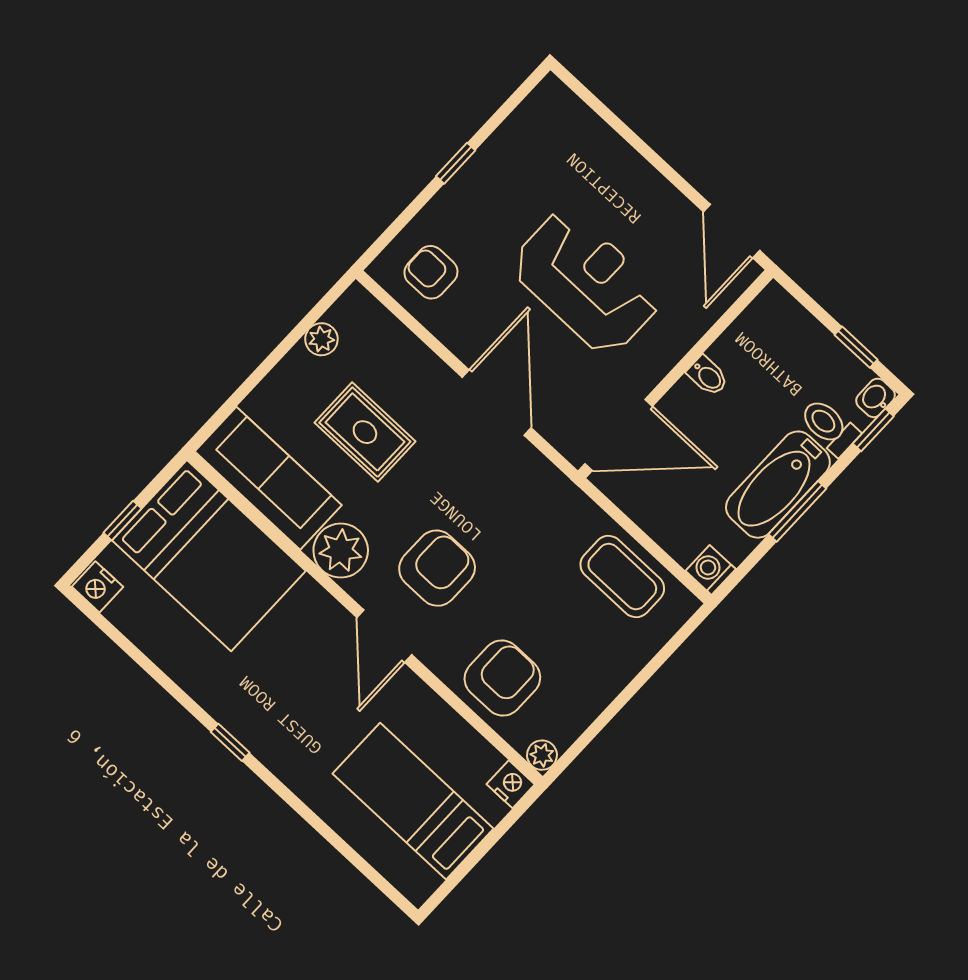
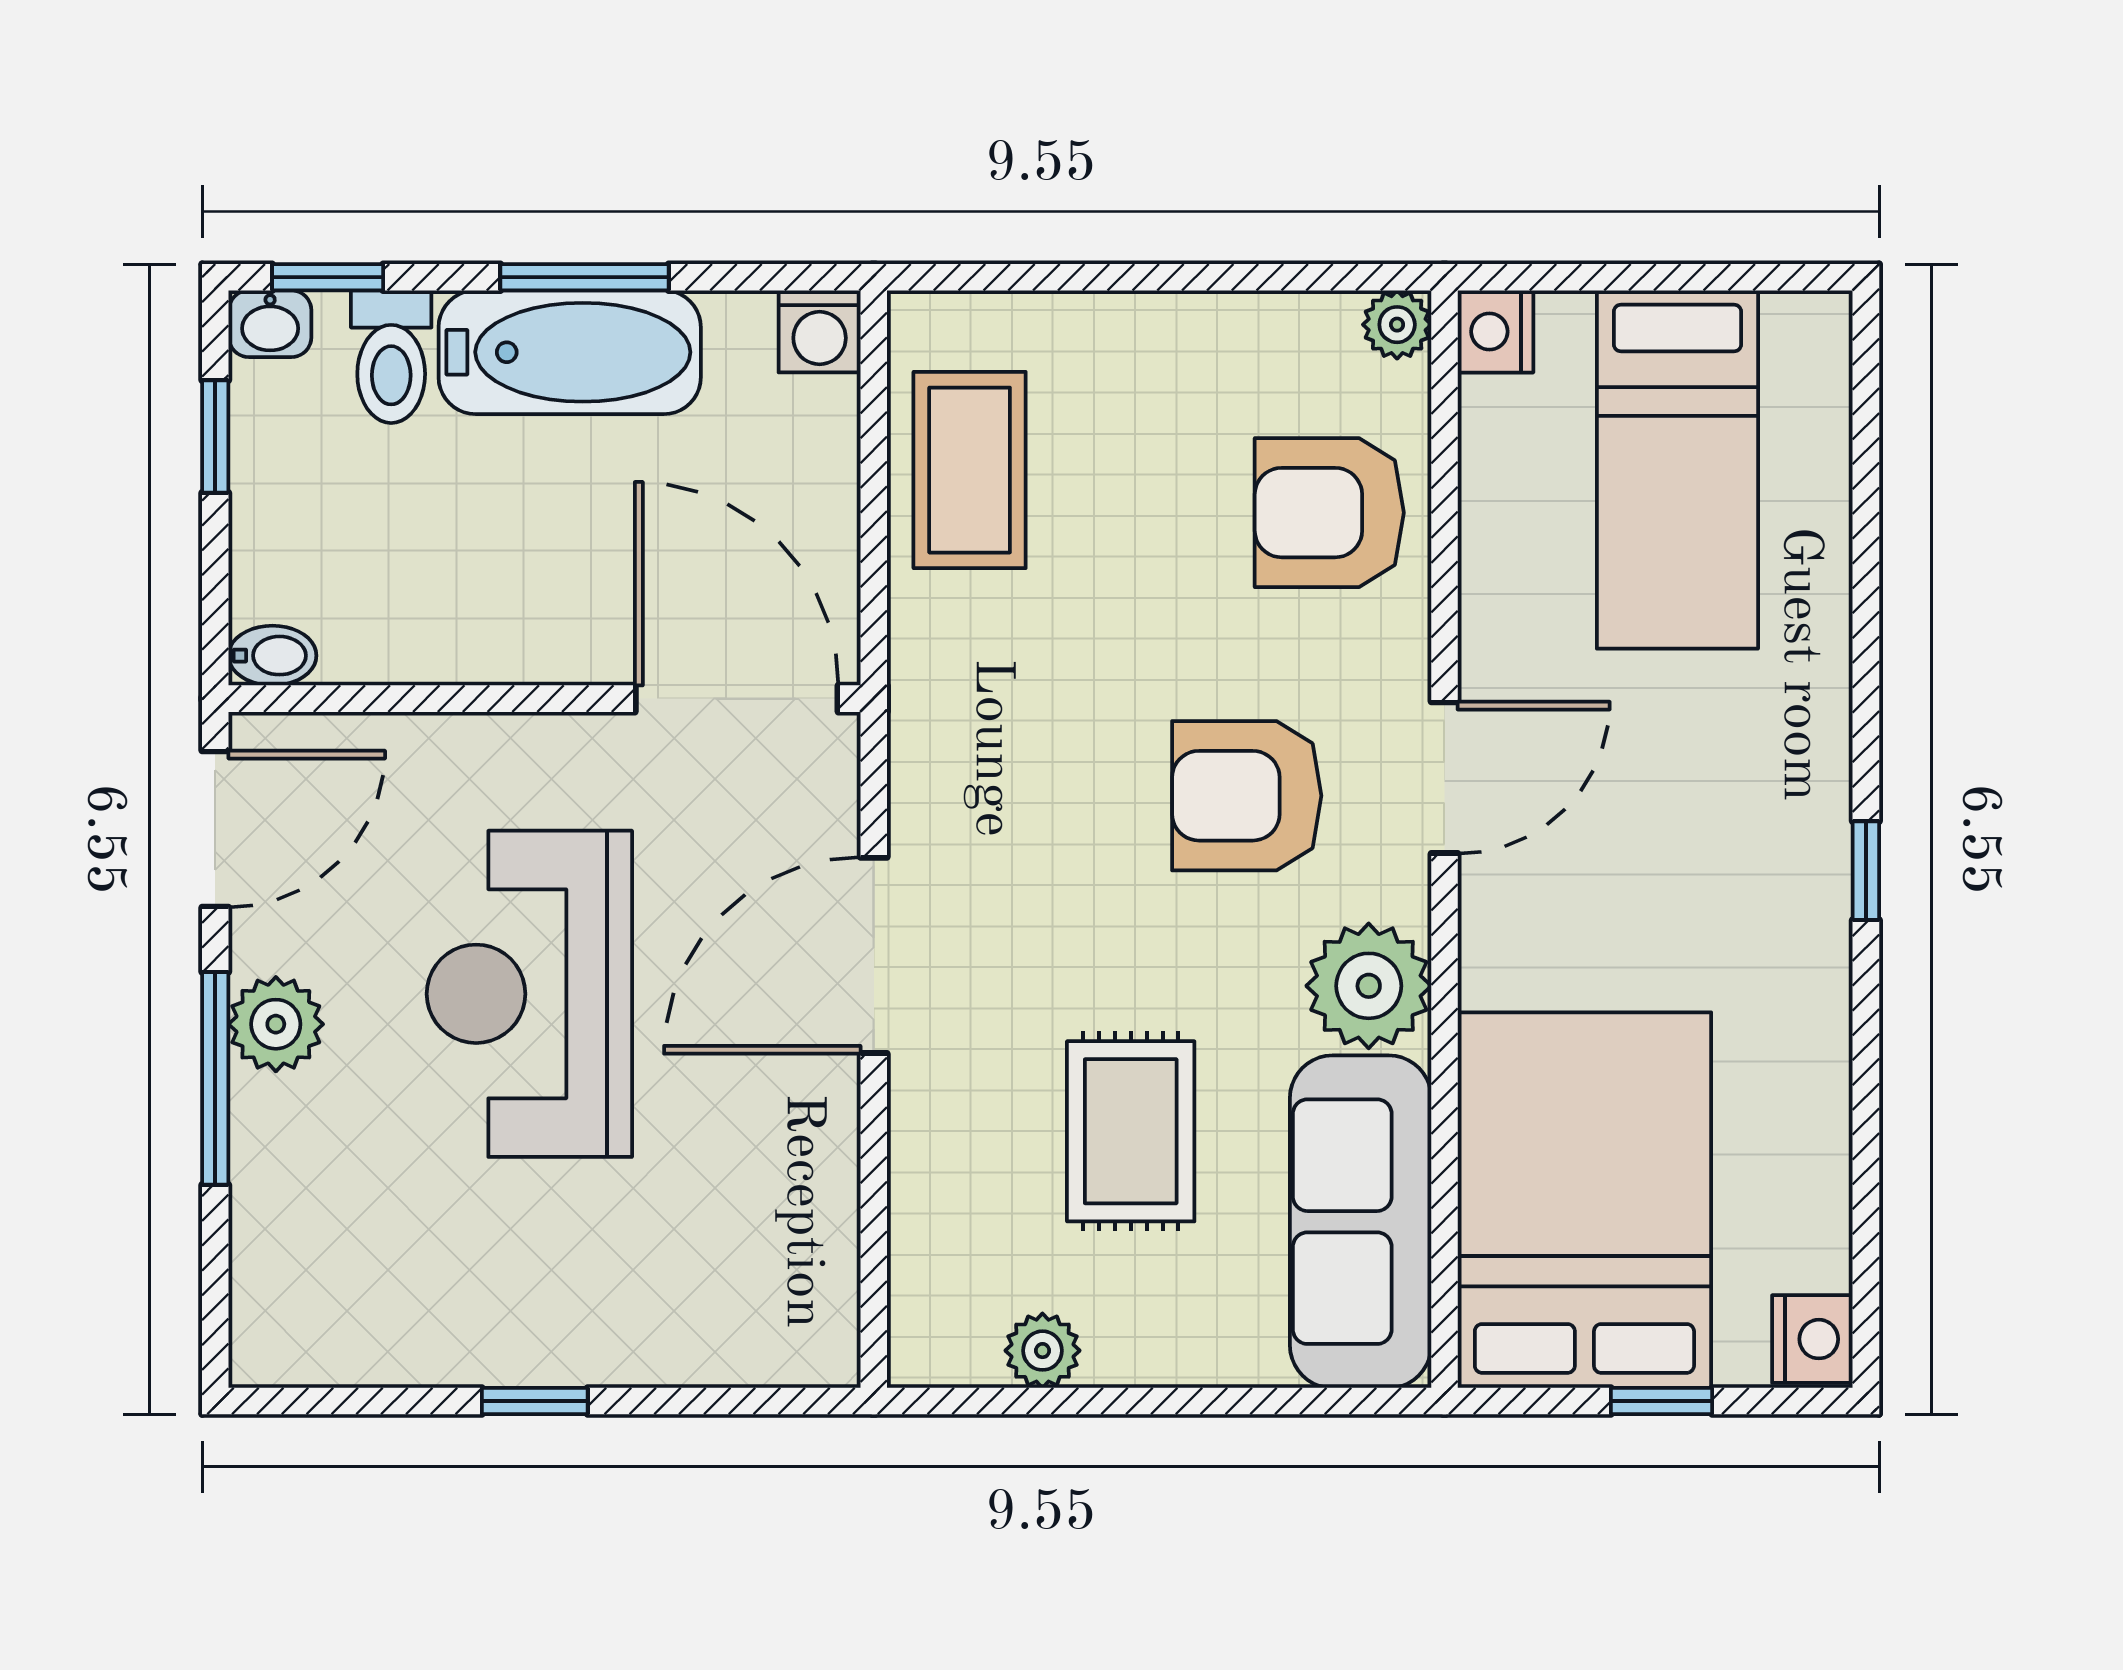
window: (652, 157) -> (215, 1078), added
plant: (652, 193) -> (276, 1024), added
armchair: (431, 272) -> (757, 1271), removed
bidet: (708, 376) -> (272, 656), moved, turned 90

